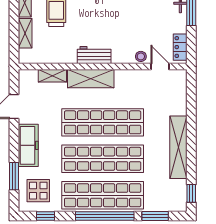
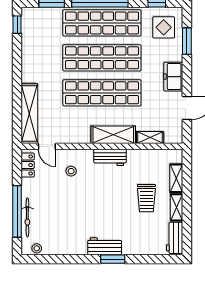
stool: (141, 56) -> (71, 171), moved
freezer: (28, 145) -> (173, 77), width x0.71
shelving: (178, 147) -> (29, 114), moved

